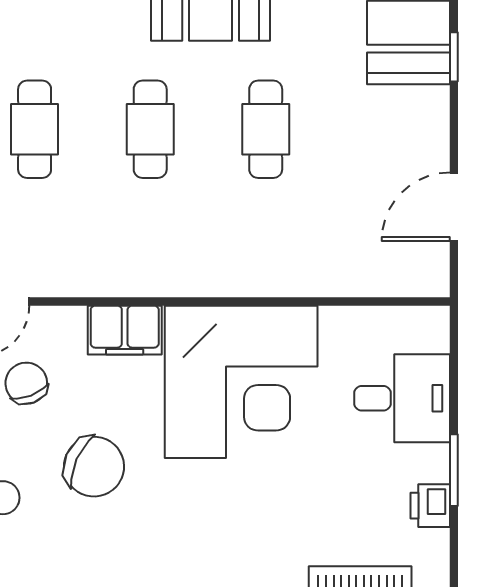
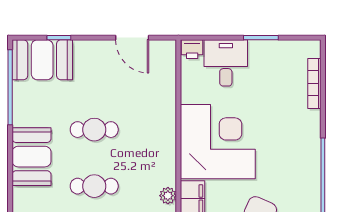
plant: (131, 280) -> (168, 196), added
printer: (430, 506) -> (192, 49), moved

